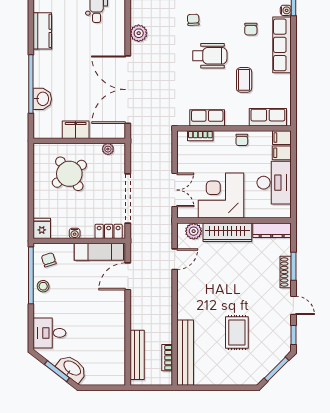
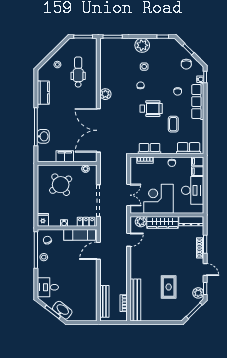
plant: (283, 342) -> (198, 293), added

